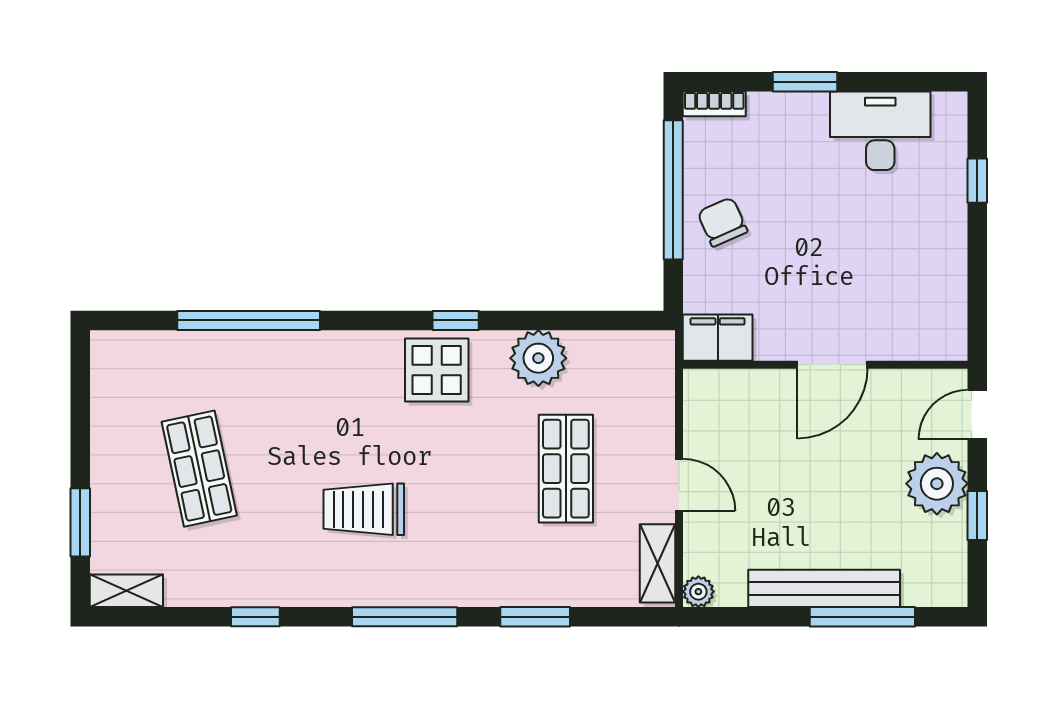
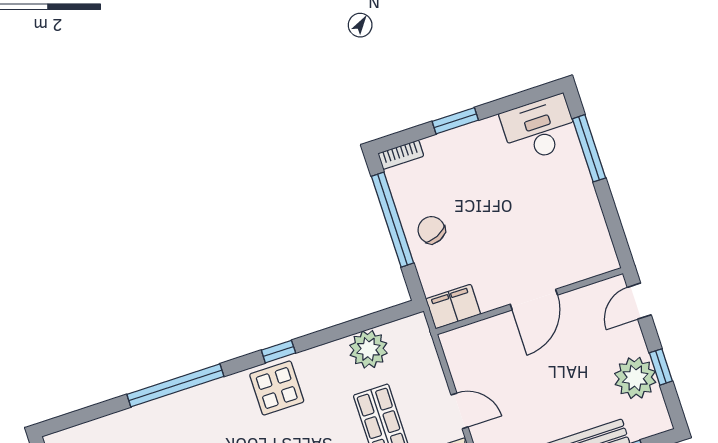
desk: (880, 131) -> (539, 129), moved
window: (977, 181) -> (589, 148), width x2.17
window: (249, 320) -> (175, 385), moved
plant: (538, 358) -> (368, 349), moved
plant: (937, 484) -> (635, 378), moved

